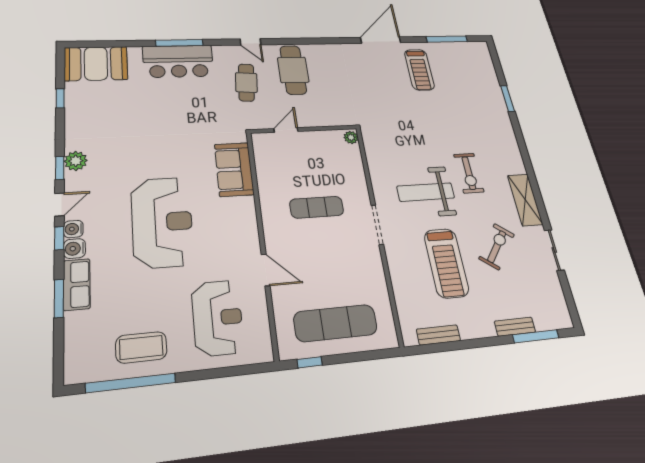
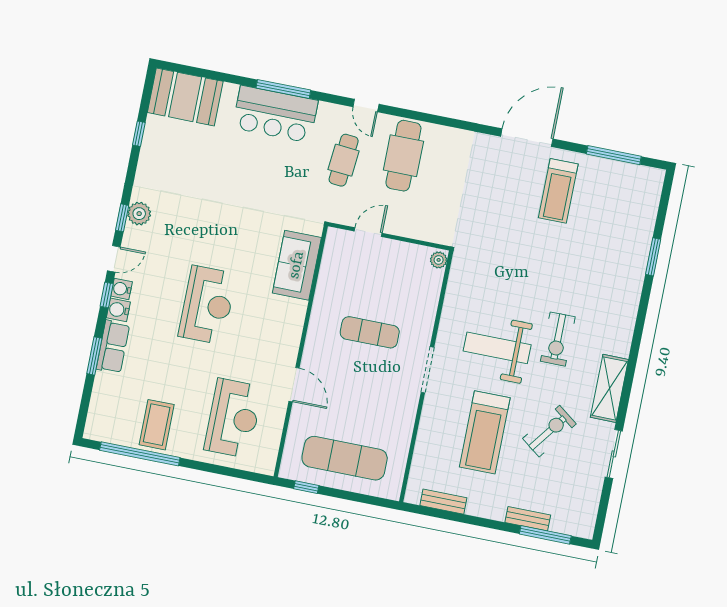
reception desk: (162, 222) -> (207, 305), width x0.74, depth x0.77
coffee table: (141, 347) -> (157, 425), turned 90

